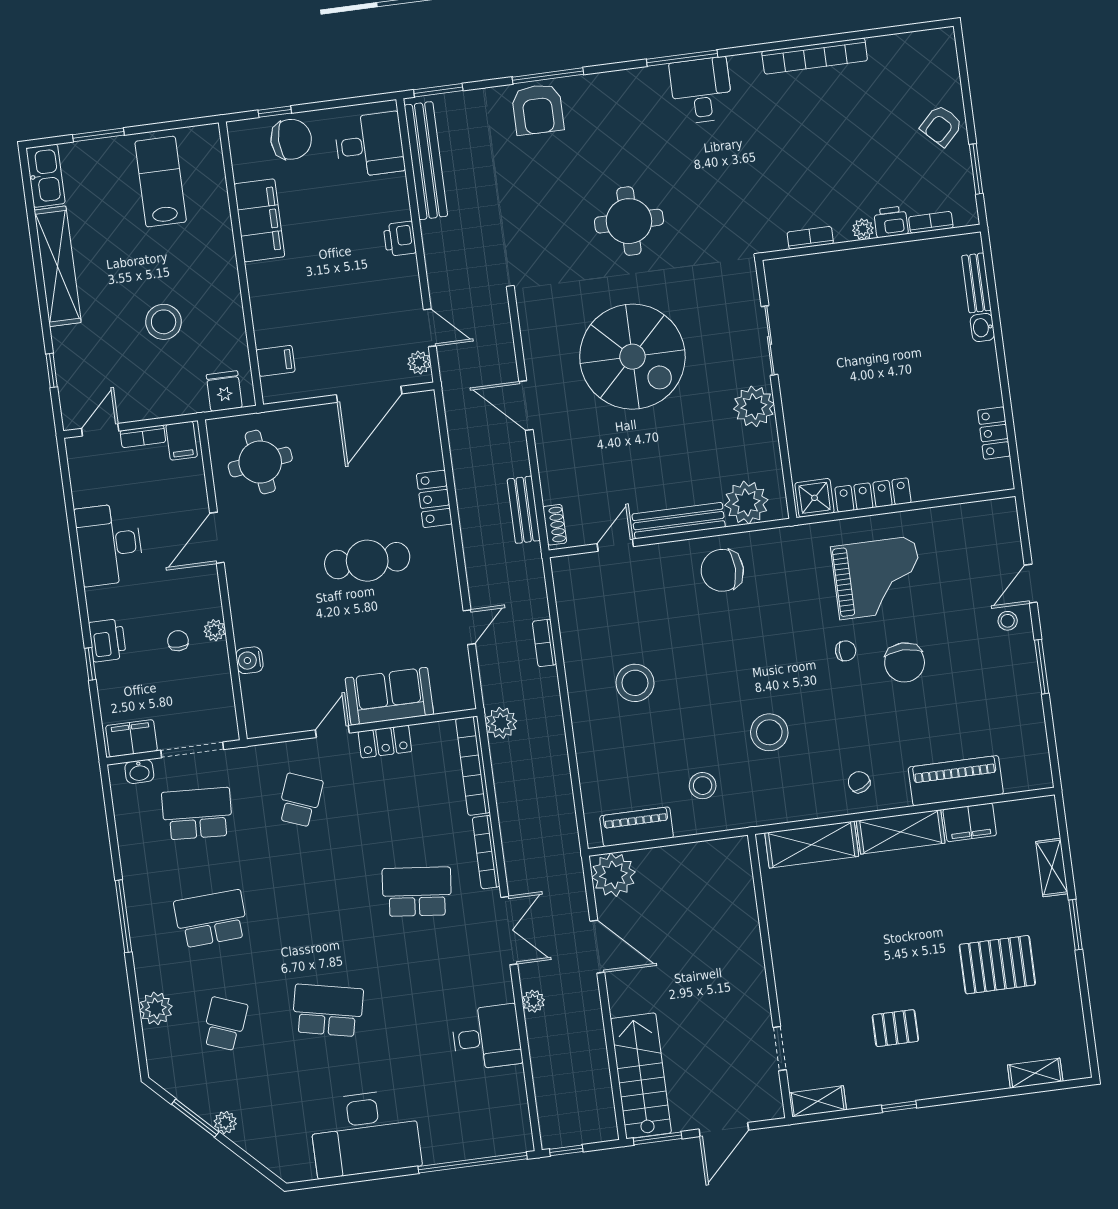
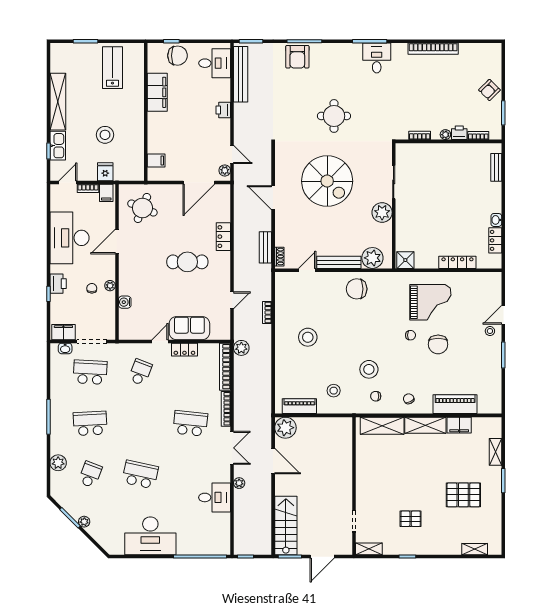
kitchen sink: (45, 176) -> (58, 146), moved
washbasin: (982, 328) -> (496, 220), moved
fridge: (224, 391) -> (105, 172), moved
round table: (260, 462) -> (142, 208), turned 30
locker: (873, 495) -> (457, 262), moved
desk: (109, 544) -> (69, 238), width x1.36, depth x1.30
chair: (790, 786) -> (376, 396), added

